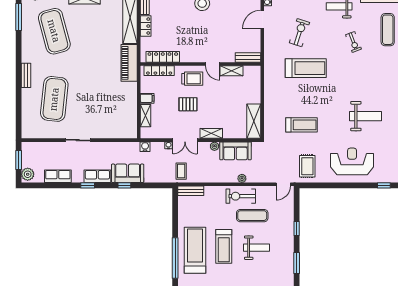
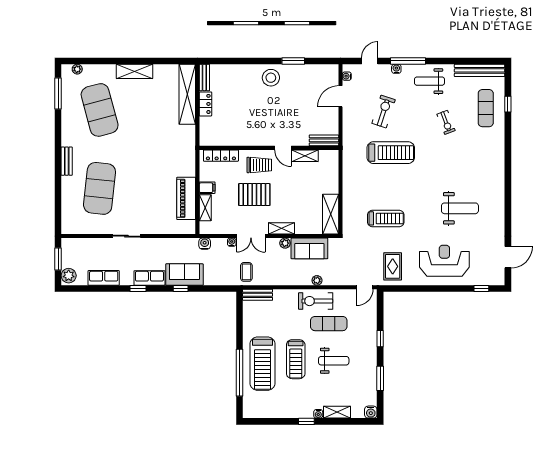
locker: (163, 57) -> (225, 140), removed
piano: (129, 63) -> (186, 198), moved
pallet: (188, 104) -> (254, 195), width x1.50, depth x1.42
treadmill: (195, 250) -> (263, 364), turned 180

